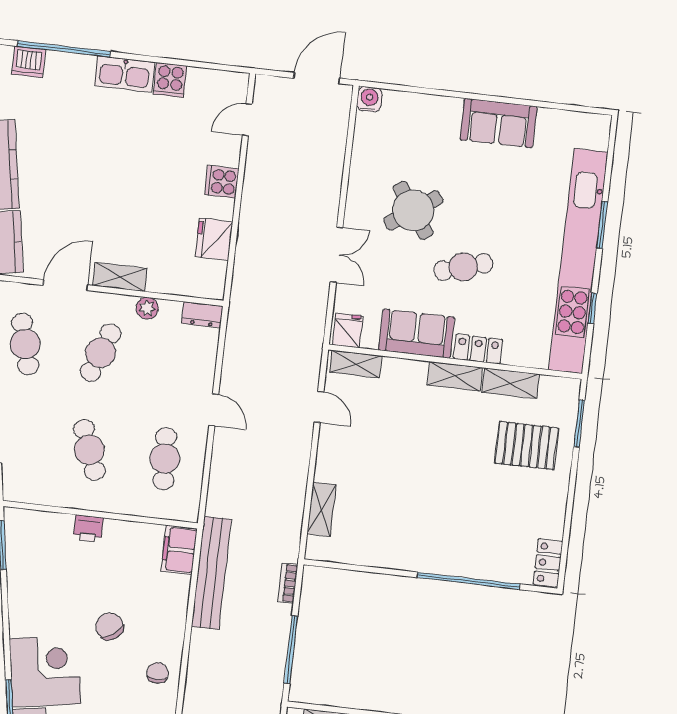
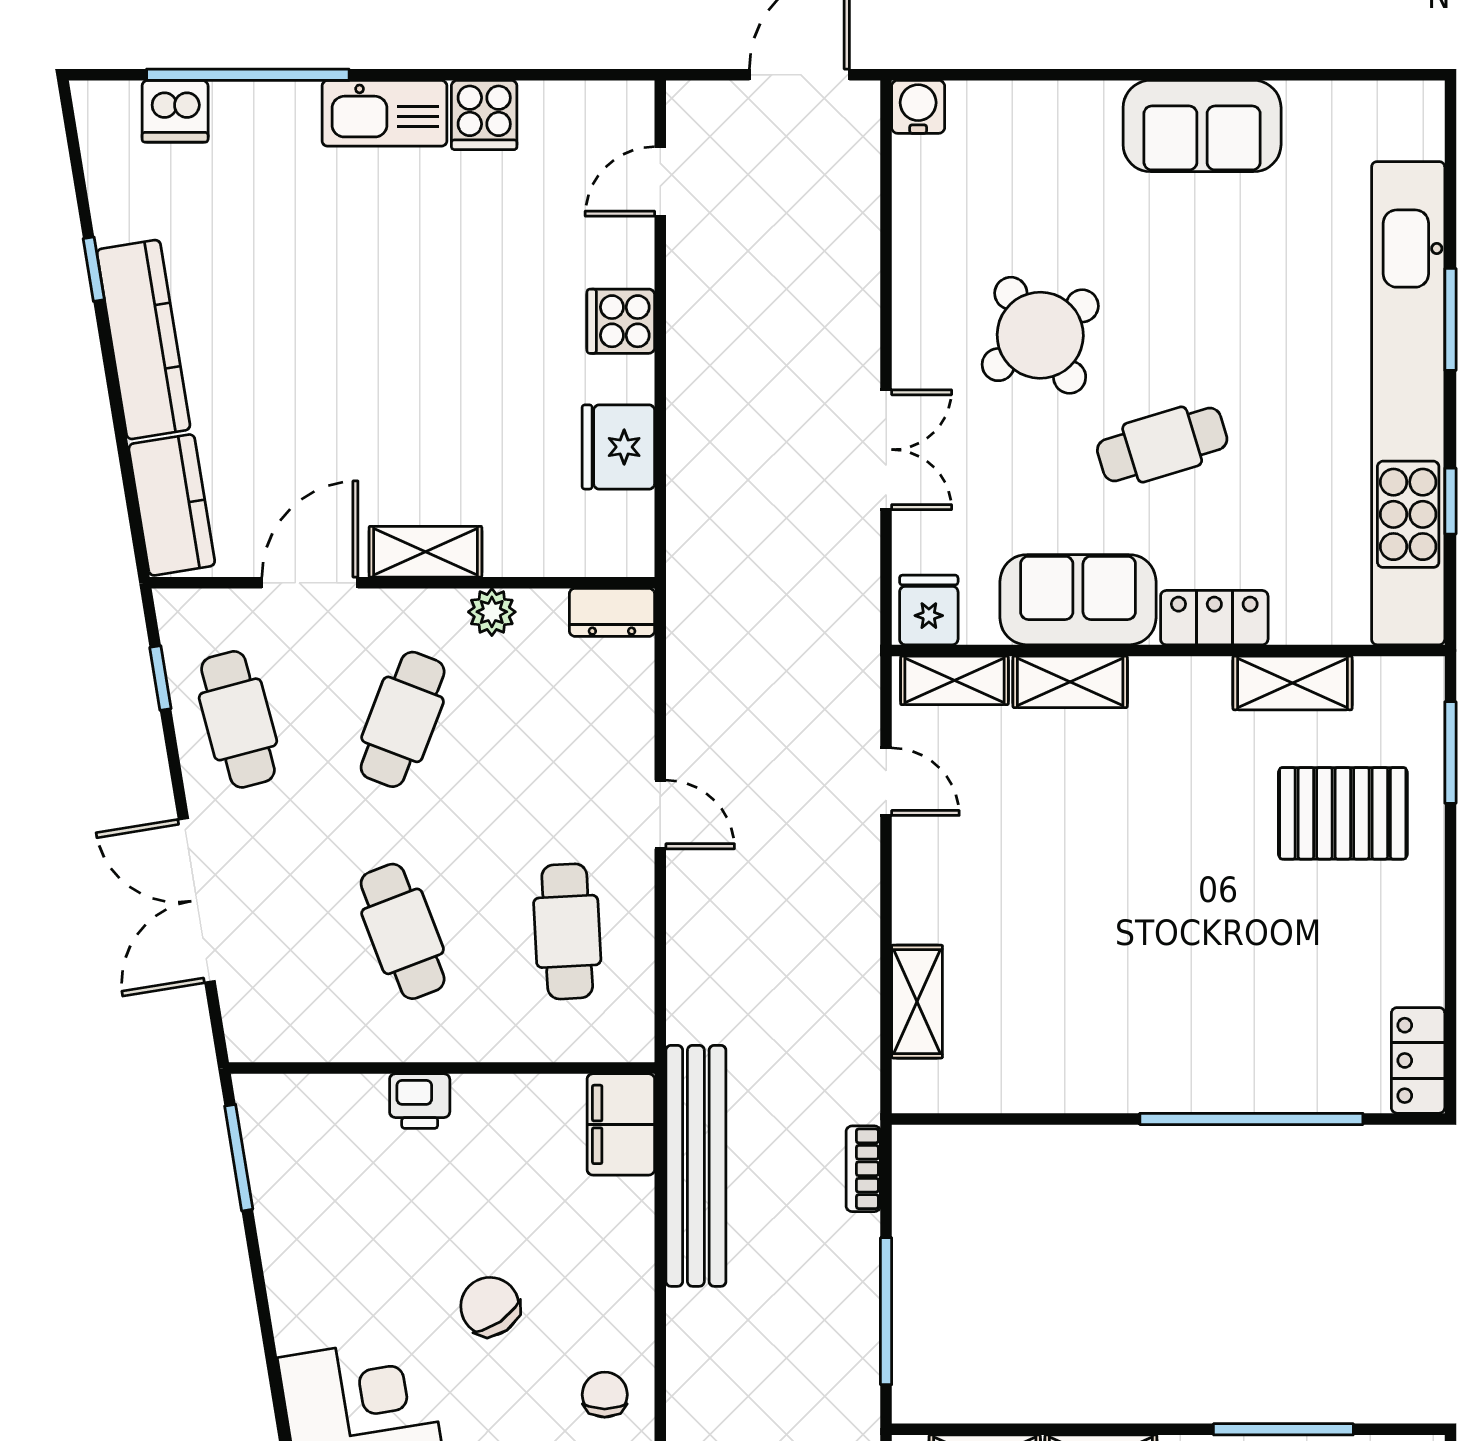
shelving: (455, 376) -> (1070, 682), moved

